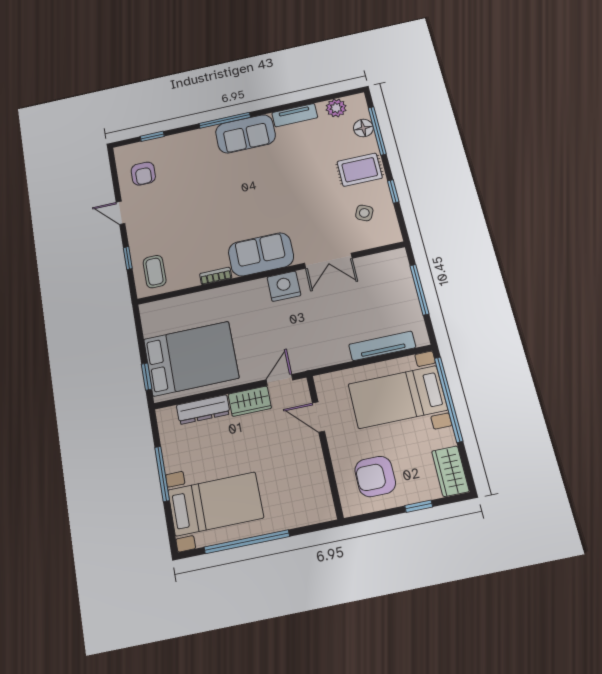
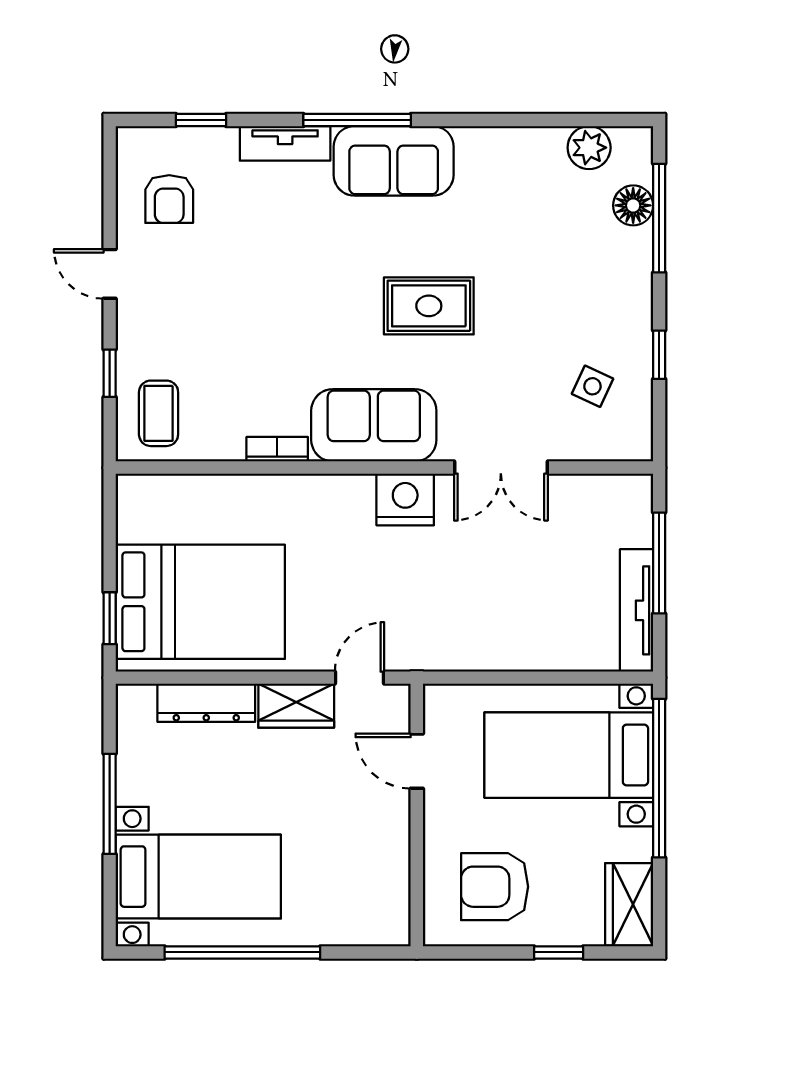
tv unit: (295, 115) -> (285, 143), moved
rug: (360, 170) -> (429, 306), moved
tv unit: (382, 346) -> (637, 610), moved, turned -90

